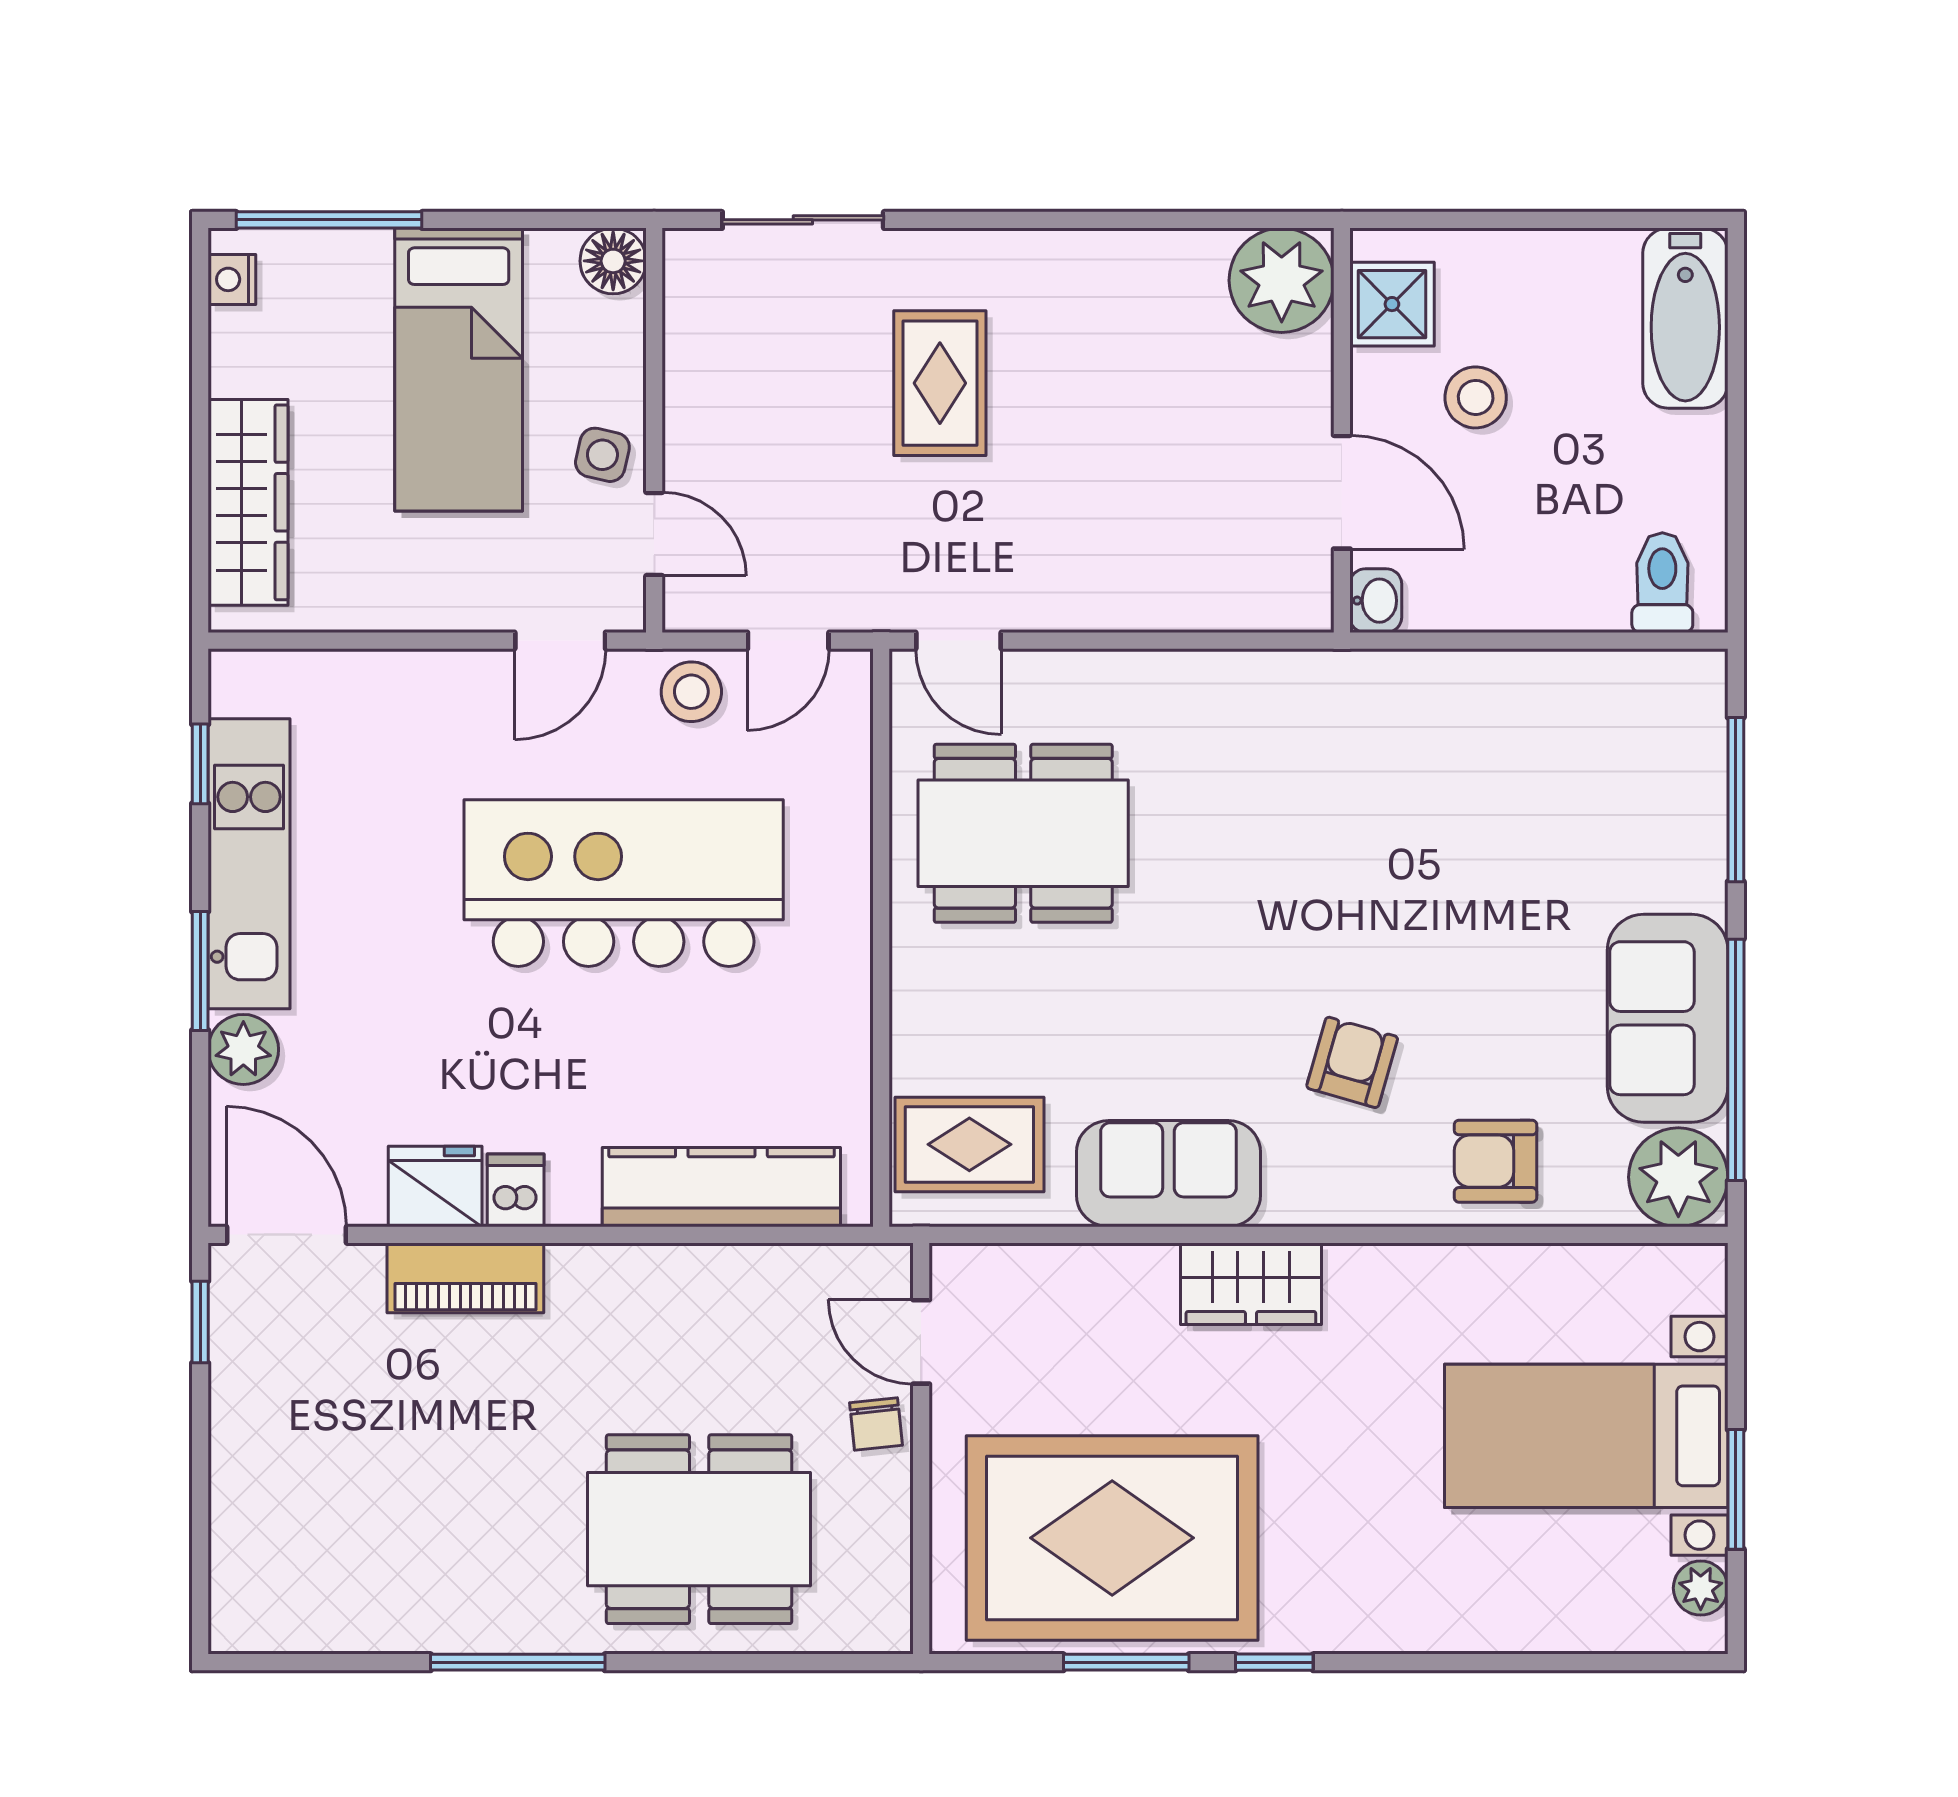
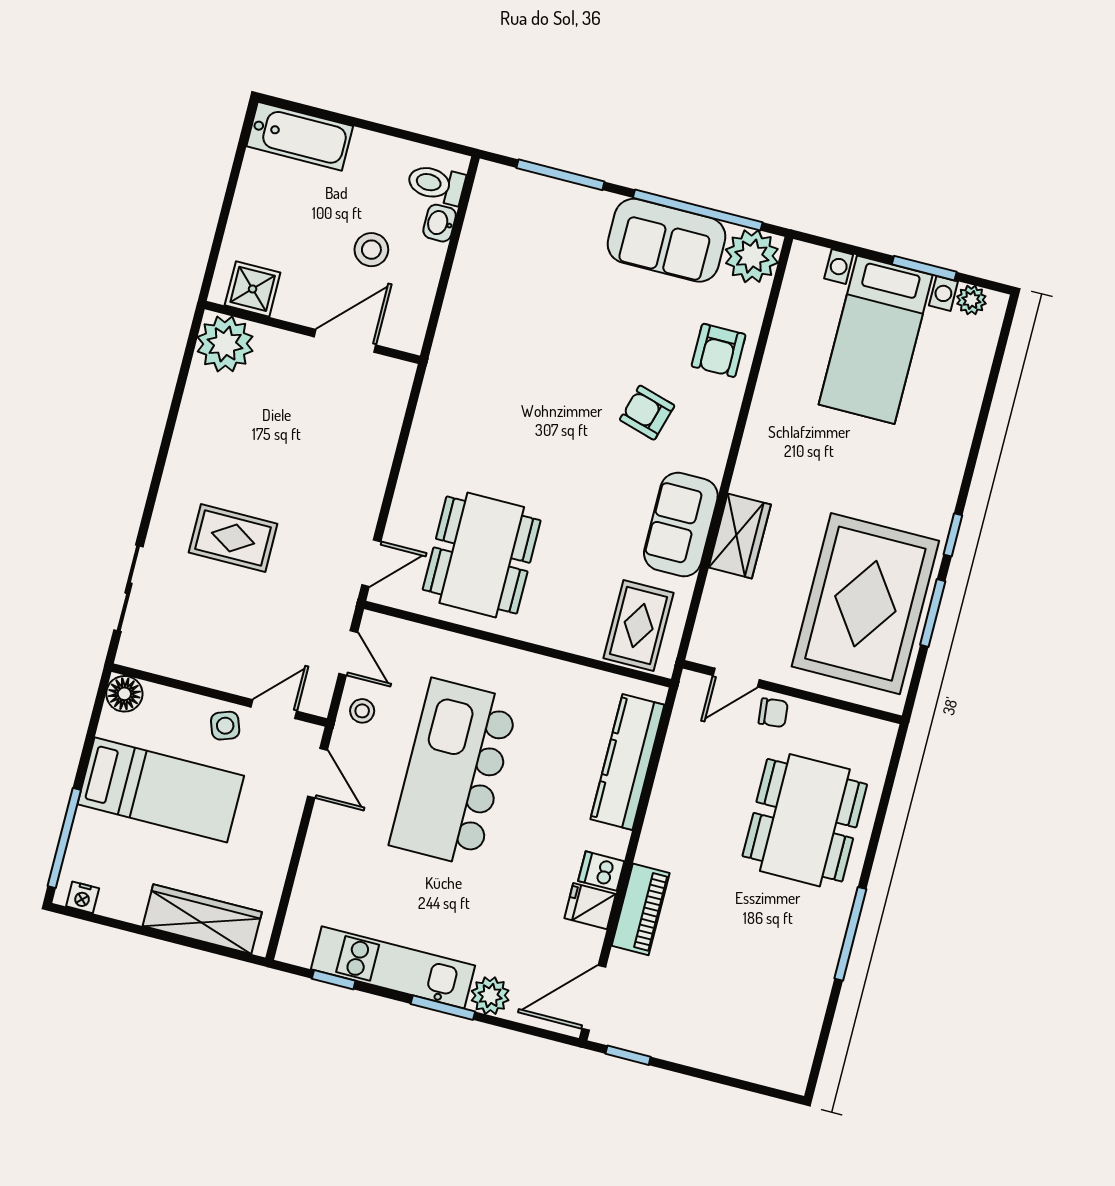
stool: (1476, 397) -> (371, 250), moved
side table: (602, 455) -> (225, 726), turned -33
washbasin: (1376, 601) -> (440, 223), moved, turned -90
stool: (691, 692) -> (362, 711), width x0.73, depth x0.73
fridge: (435, 1187) -> (590, 906), width x0.72
wardrobe: (1251, 1284) -> (740, 536), moved

